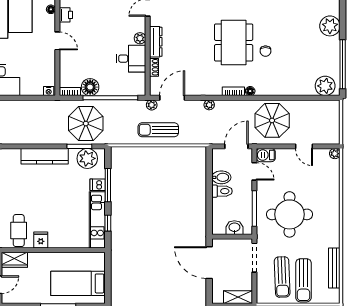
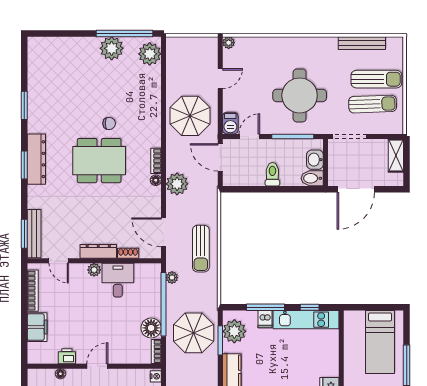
plant: (330, 26) -> (112, 48), moved
floor lamp: (250, 91) -> (156, 180), moved
plant: (152, 105) -> (172, 278), moved
plant: (209, 105) -> (177, 184), width x1.88, depth x1.88
bidet: (221, 177) -> (312, 178), moved, turned -90

